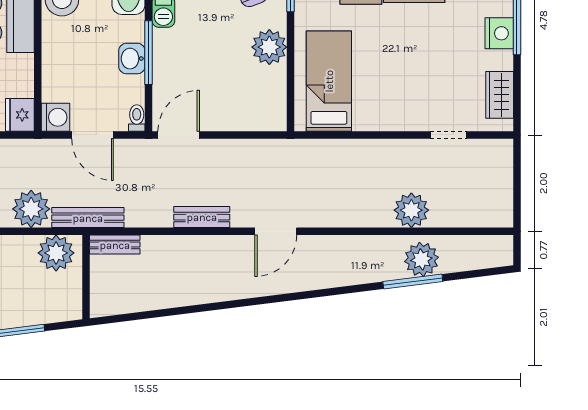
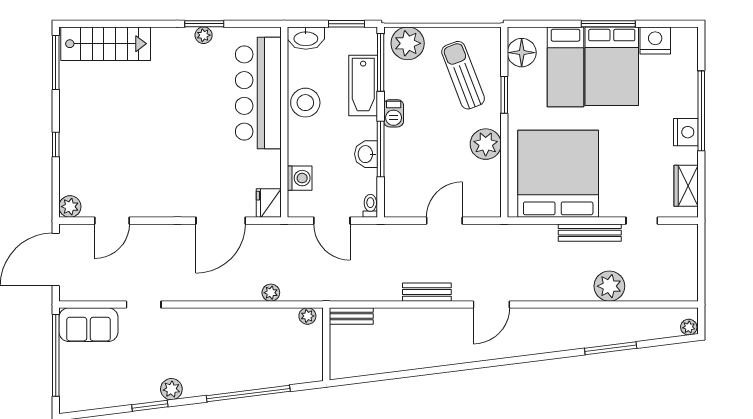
bed: (329, 81) -> (558, 174), width x2.04
washing machine: (56, 117) -> (300, 178), moved
door: (179, 135) -> (444, 221), moved
plant: (31, 209) -> (271, 293), width x0.53, depth x0.53
bench: (88, 218) -> (590, 233), moved
plant: (56, 253) -> (307, 316), width x0.53, depth x0.53
plant: (421, 259) -> (689, 327), moved, width x0.53, depth x0.53

